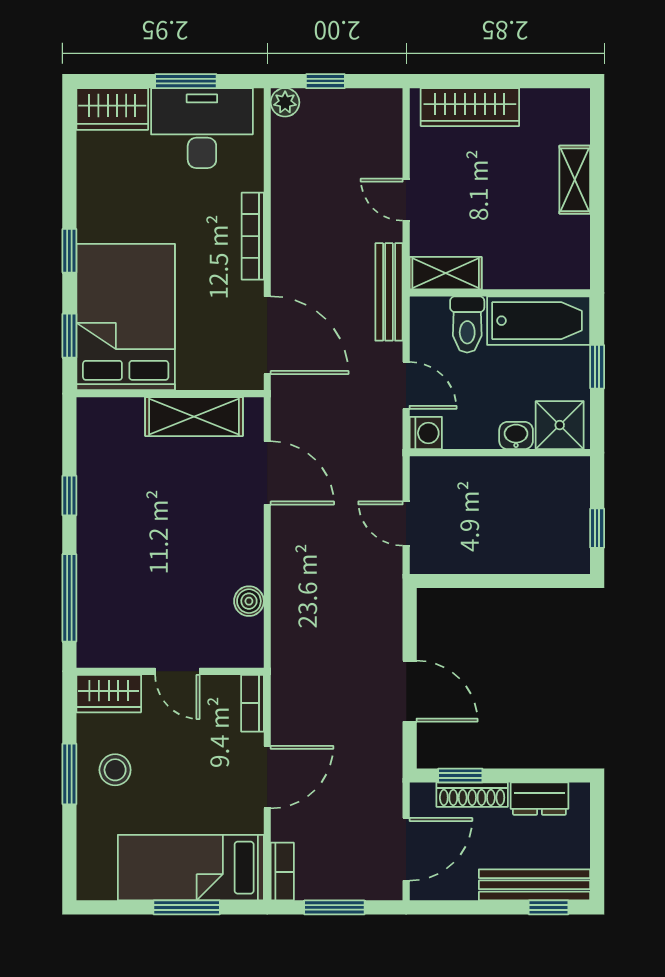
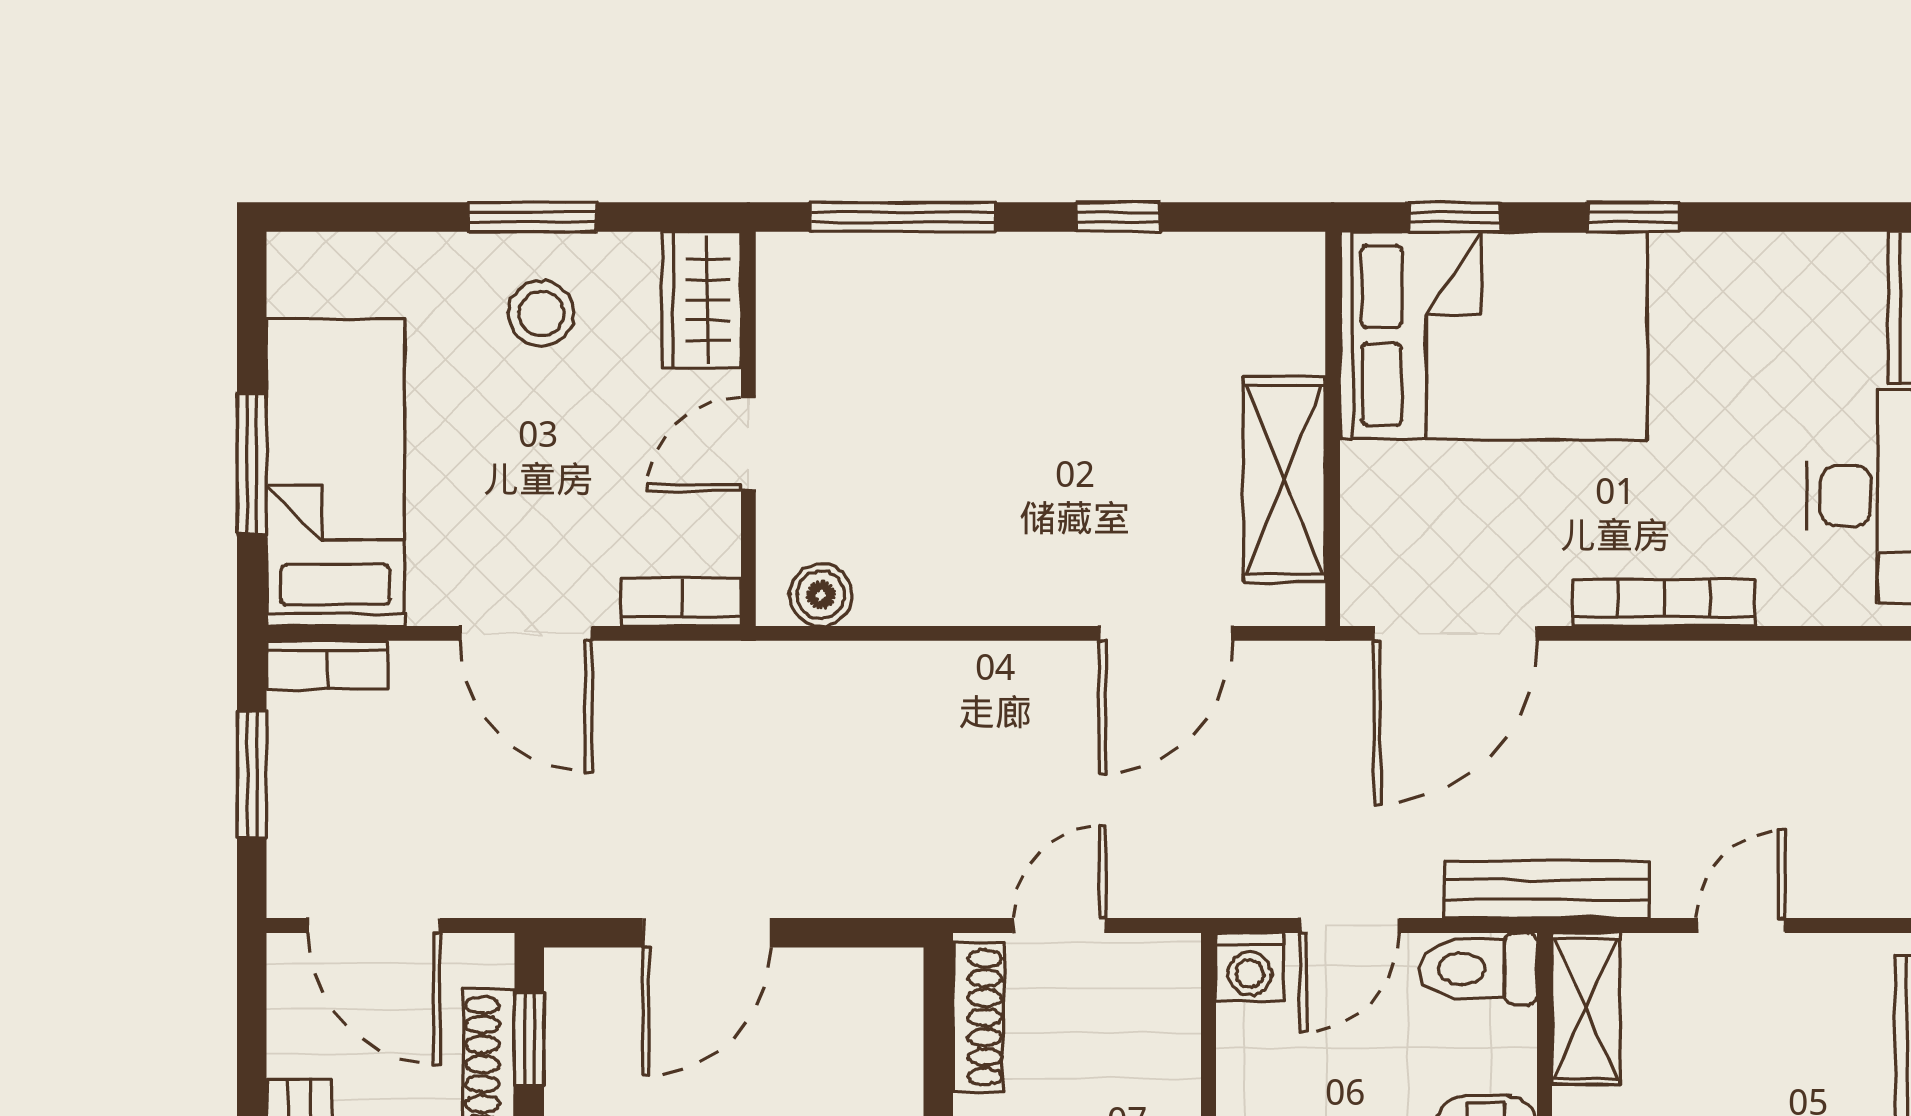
toilet: (467, 324) -> (1478, 969), moved
shoe rack: (450, 562) -> (978, 1017), added
boiler: (249, 601) -> (821, 595), moved

